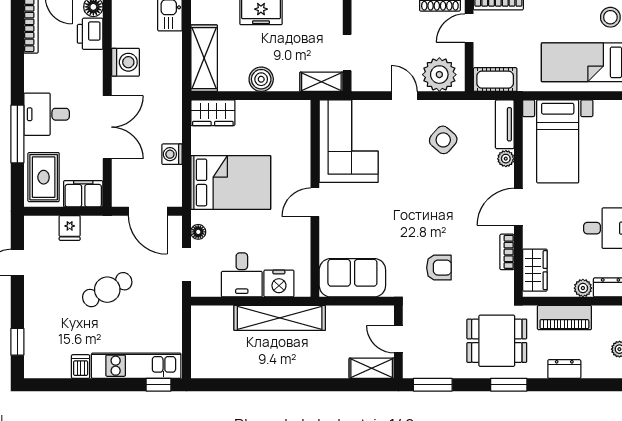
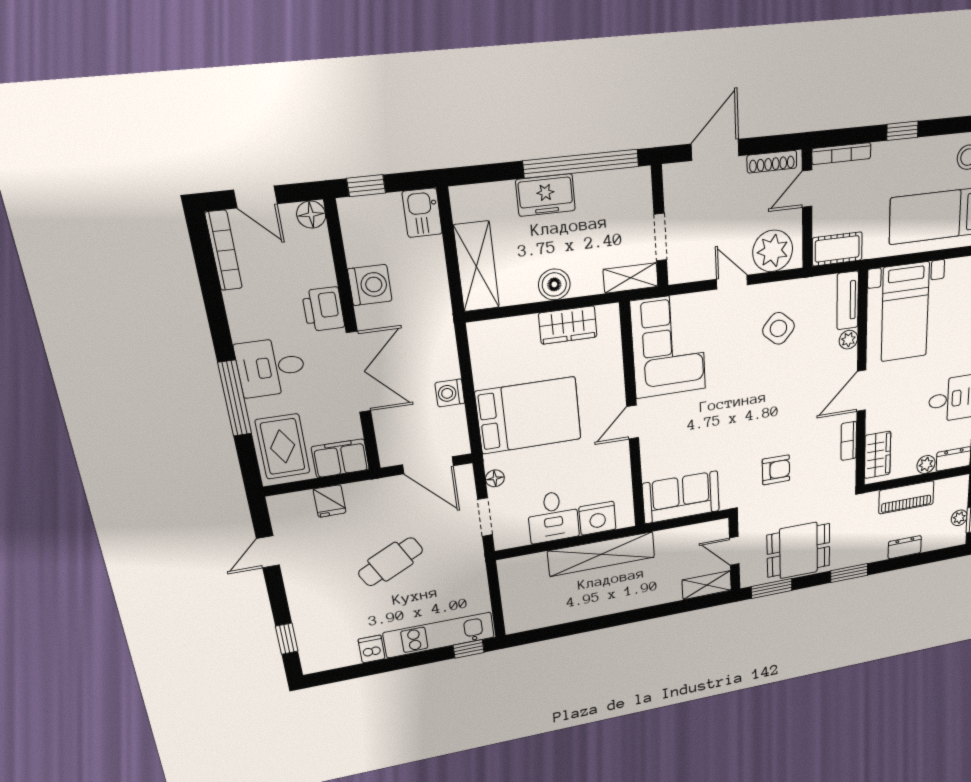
printer: (90, 34) -> (323, 309), moved
wardrobe: (213, 113) -> (568, 325), moved
dining table: (497, 341) -> (799, 550), moved

